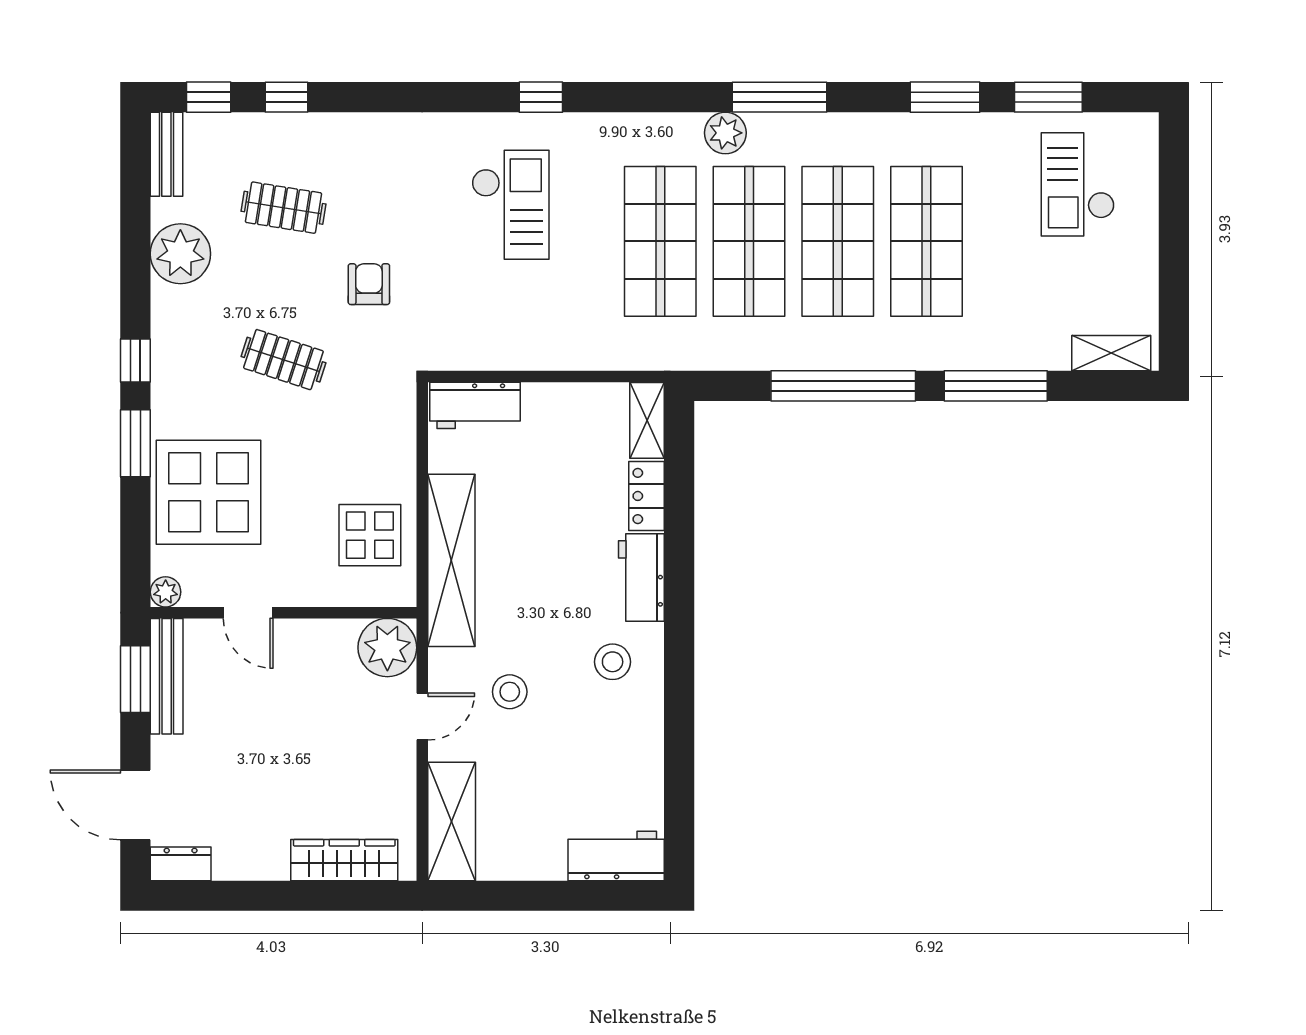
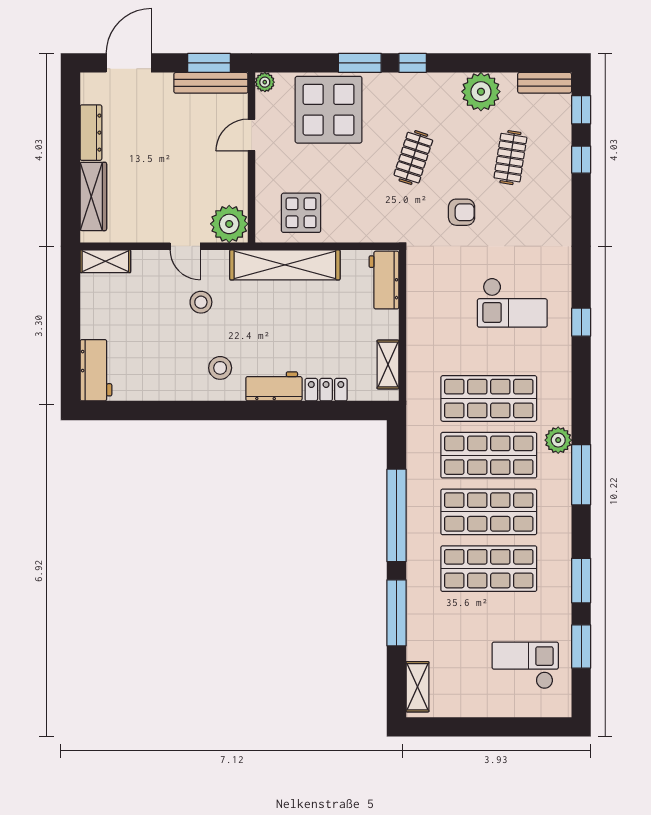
shelving: (647, 420) -> (388, 364), moved, turned 90
shelving: (452, 821) -> (105, 261), width x0.67, depth x0.75
dresser: (181, 864) -> (91, 133), moved, width x1.44

